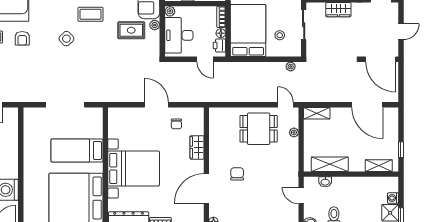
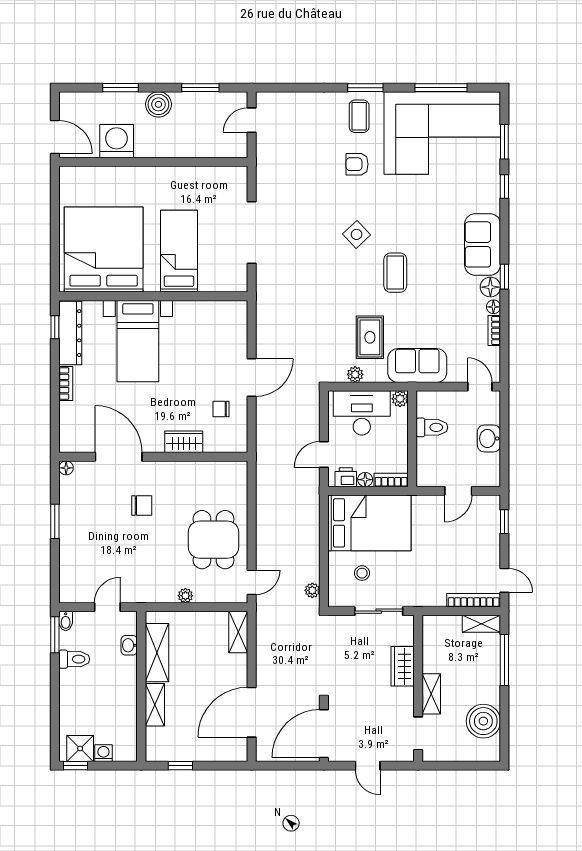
plant: (155, 25) -> (355, 374), moved
plant: (294, 132) -> (185, 596), moved
shelving: (379, 166) -> (155, 705), moved
bed with nightstands: (134, 168) -> (138, 341), width x0.73

